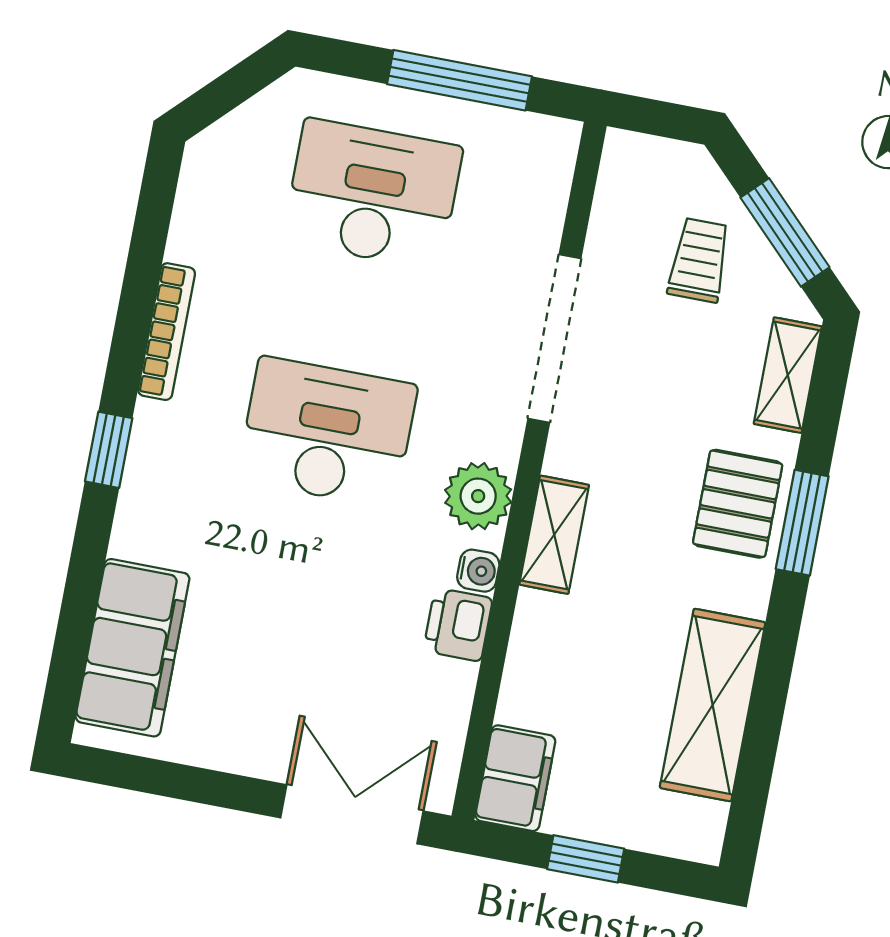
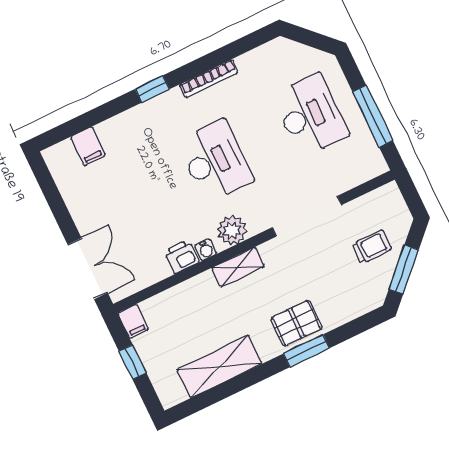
shelving: (788, 375) -> (354, 307), removed
filing cabinet: (133, 648) -> (88, 146), width x0.33, depth x0.86
filing cabinet: (515, 778) -> (133, 321), width x0.50

